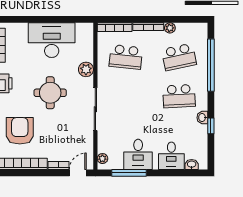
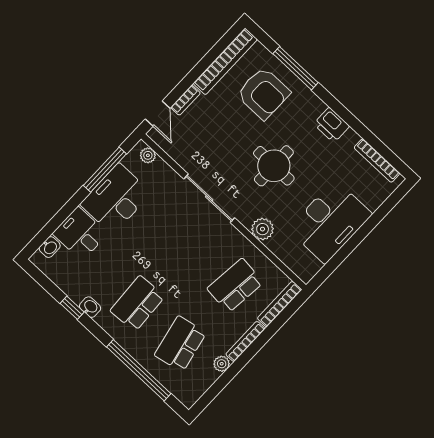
desk: (138, 154) -> (116, 199), width x1.37

